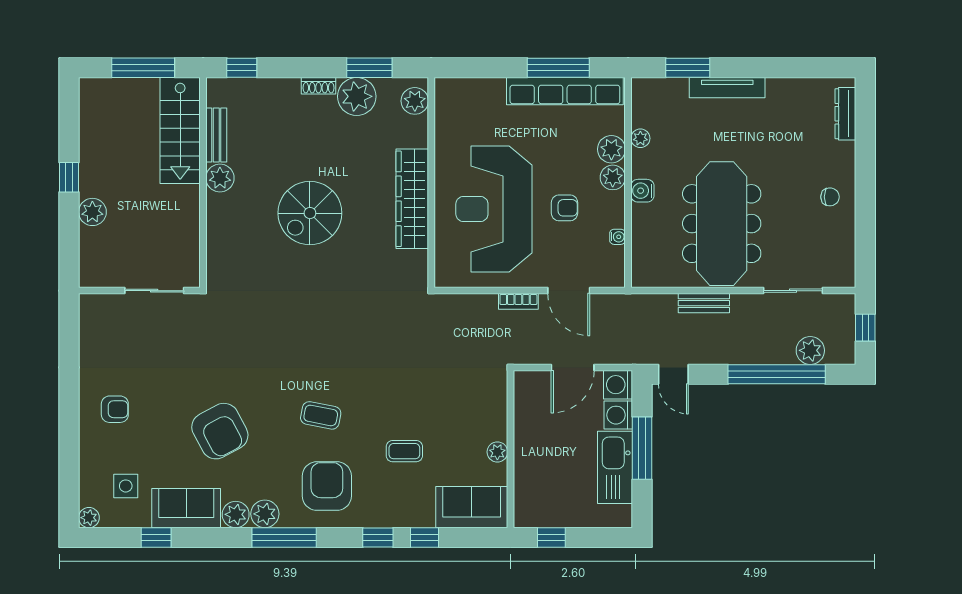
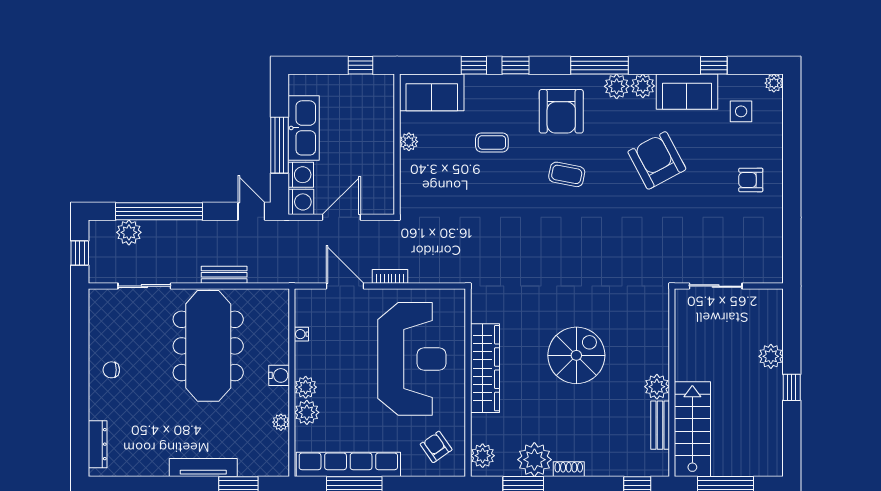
armchair: (565, 208) -> (436, 447), moved, turned 55

